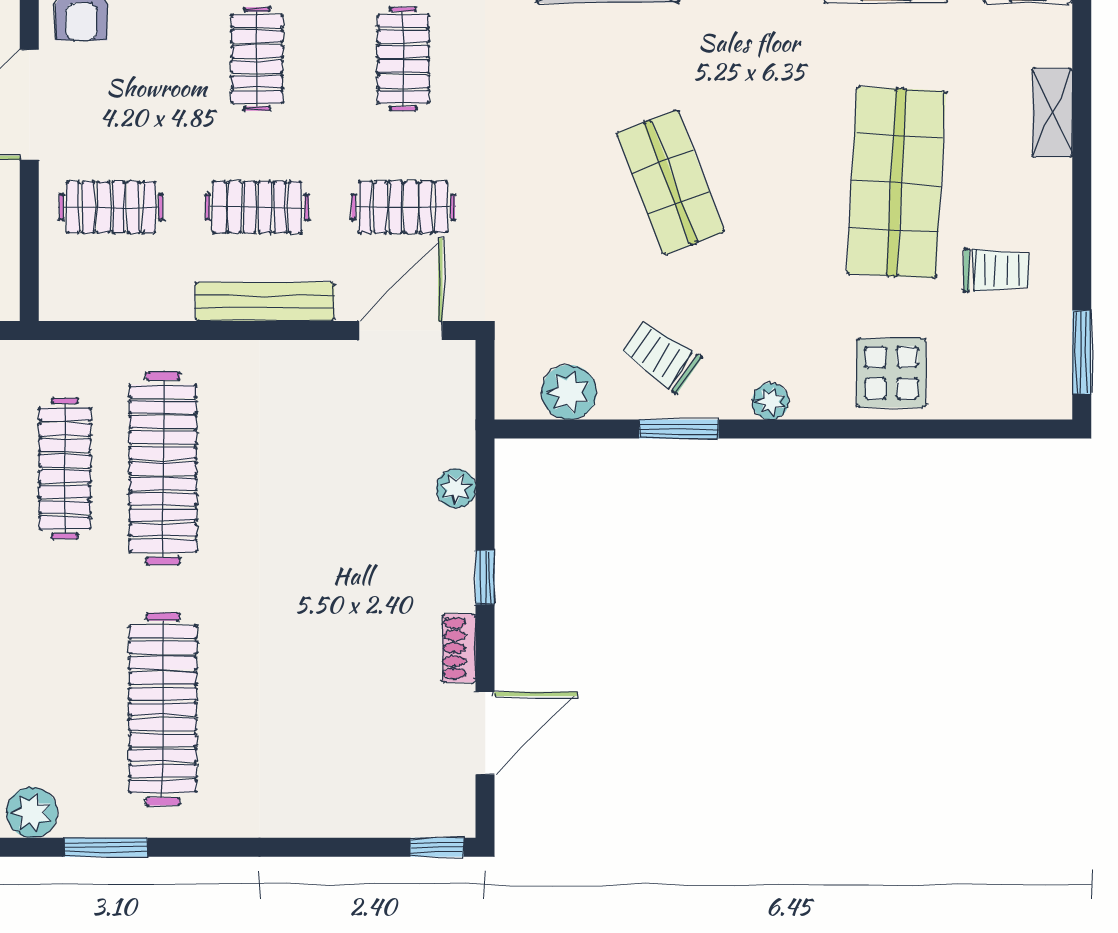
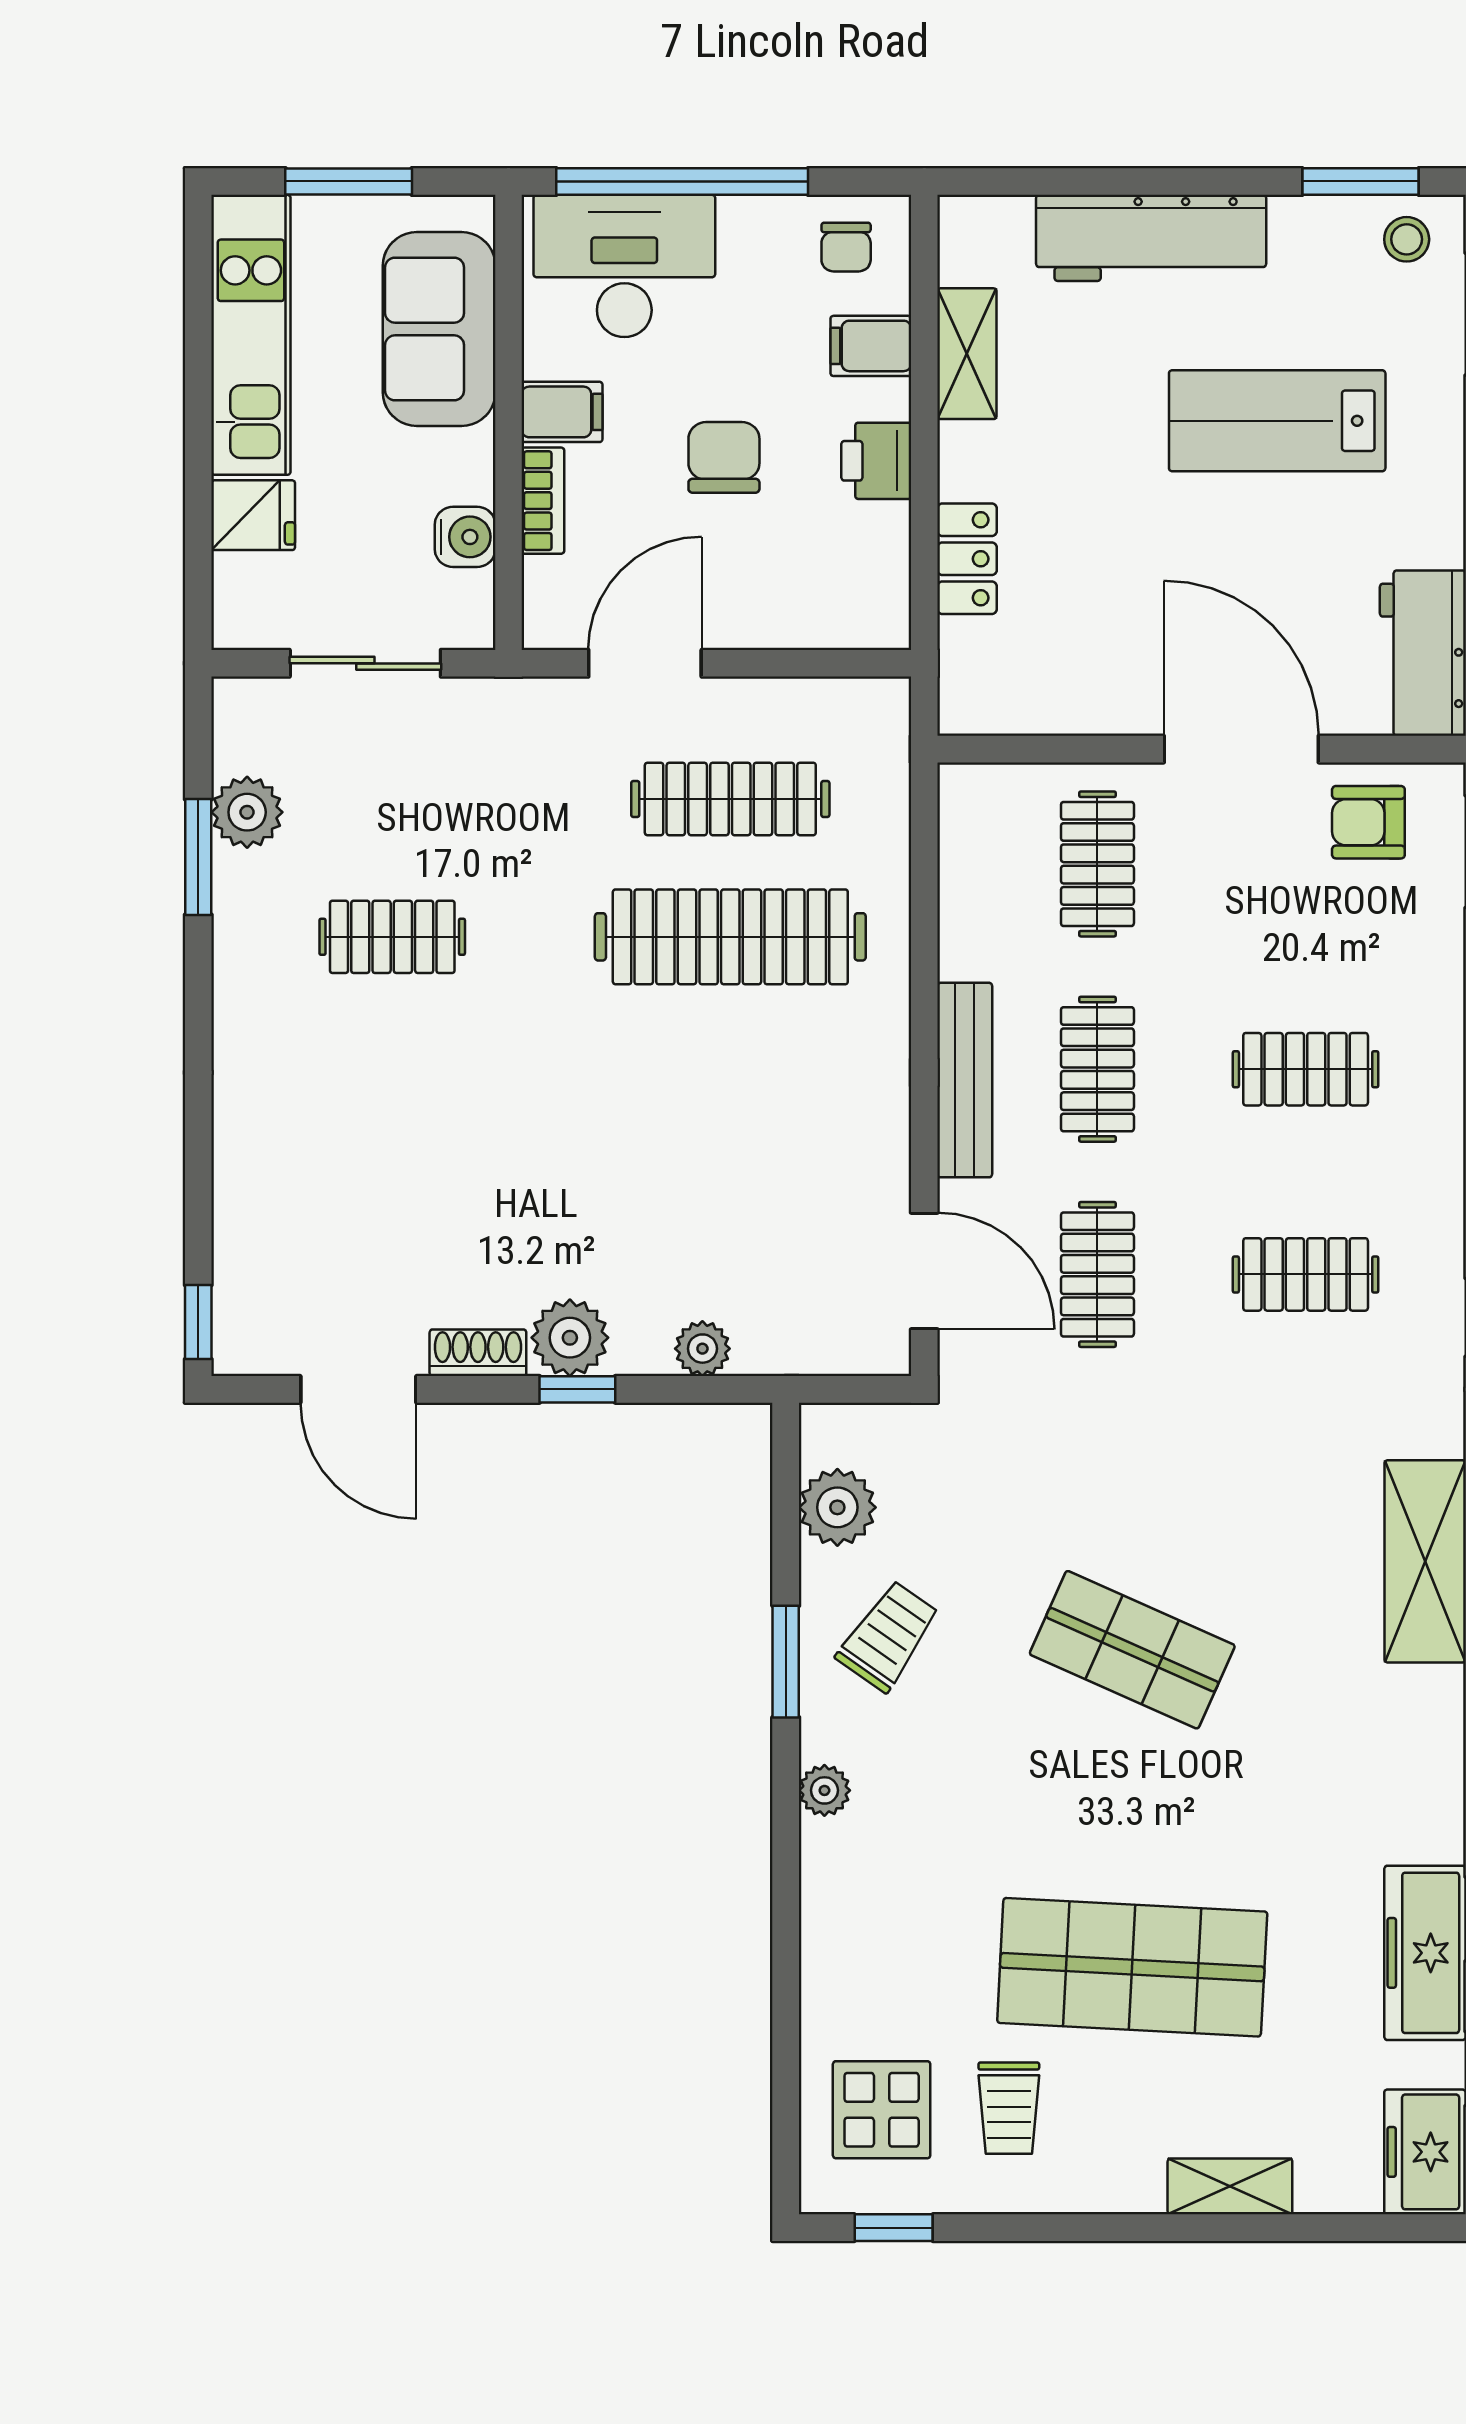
shop shelf: (670, 182) -> (1132, 1650), turned 45
window: (1082, 352) -> (894, 2228), width x0.67
display table: (891, 373) -> (882, 2110), moved
plant: (448, 583) -> (570, 1338), added
clothes rail: (163, 709) -> (392, 937), width x0.54, depth x0.76
plant: (32, 812) -> (247, 812), moved

